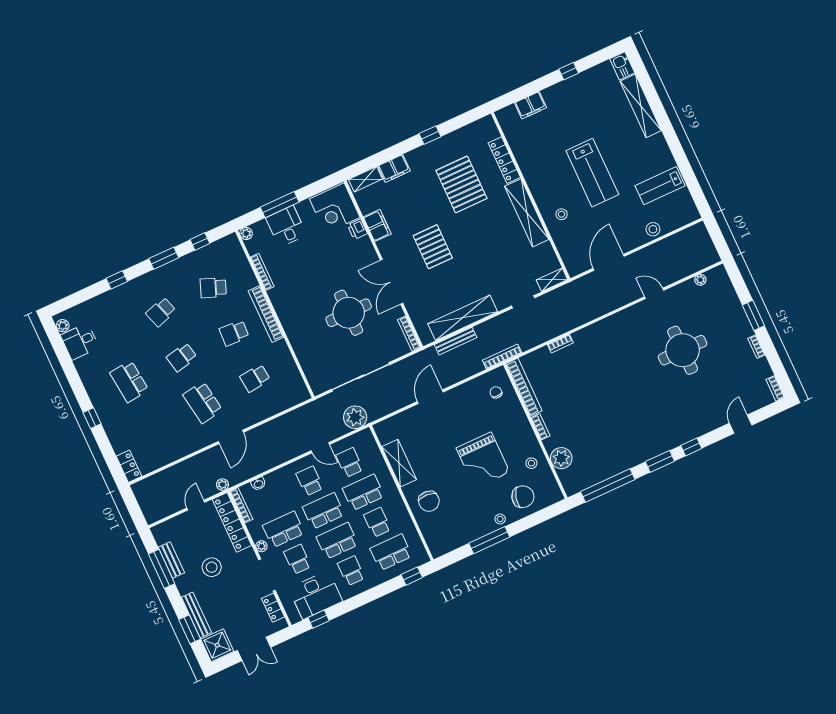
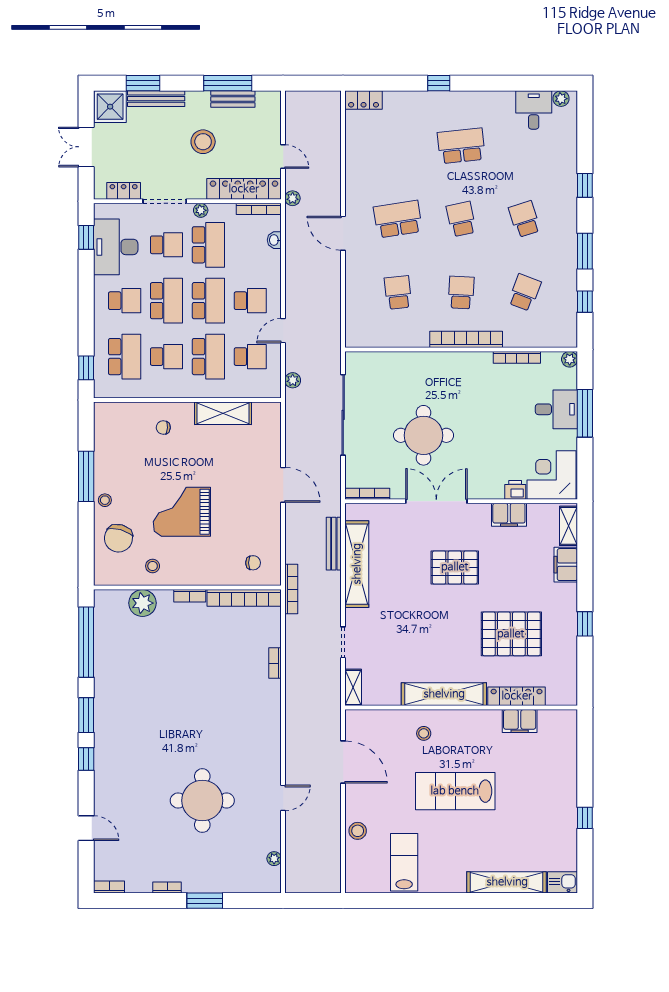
filing cabinet: (531, 105) -> (520, 721), moved, turned -90
plant: (355, 417) -> (293, 380), width x0.53, depth x0.53
chair: (429, 501) -> (163, 428), width x0.54, depth x0.54

